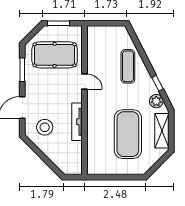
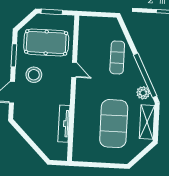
window: (157, 83) -> (145, 75), width x3.17
tv unit: (77, 122) -> (64, 124), moved
stool: (45, 127) -> (34, 75), moved

